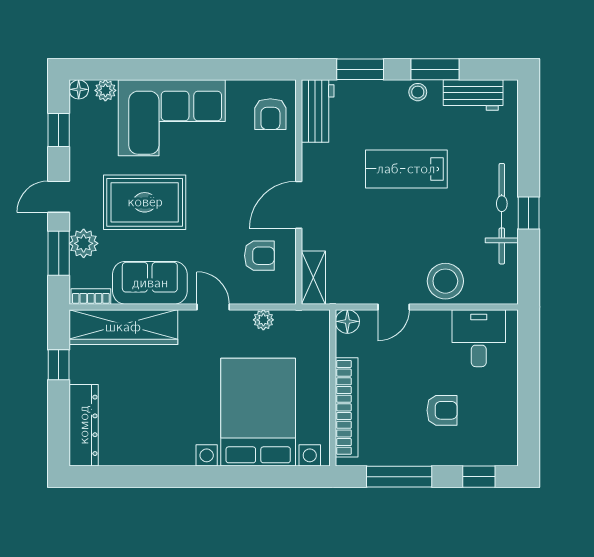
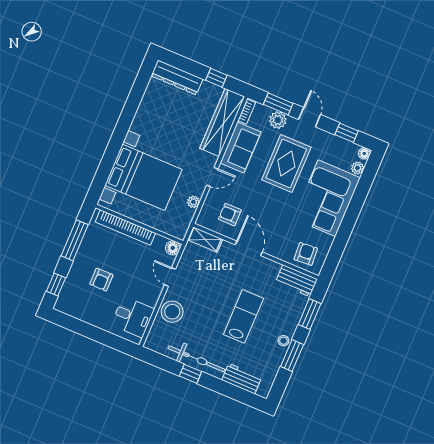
workbench: (473, 95) -> (242, 379), moved, turned 90
armchair: (270, 114) -> (306, 254), turned 86
armchair: (259, 256) -> (230, 215), turned 90

